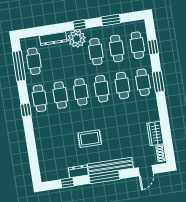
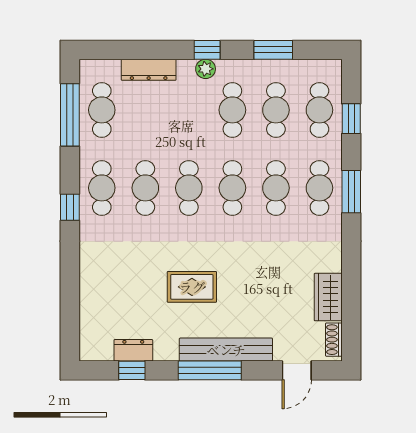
plant: (77, 39) -> (206, 69), width x0.53, depth x0.53
dresser: (78, 171) -> (133, 350), moved

